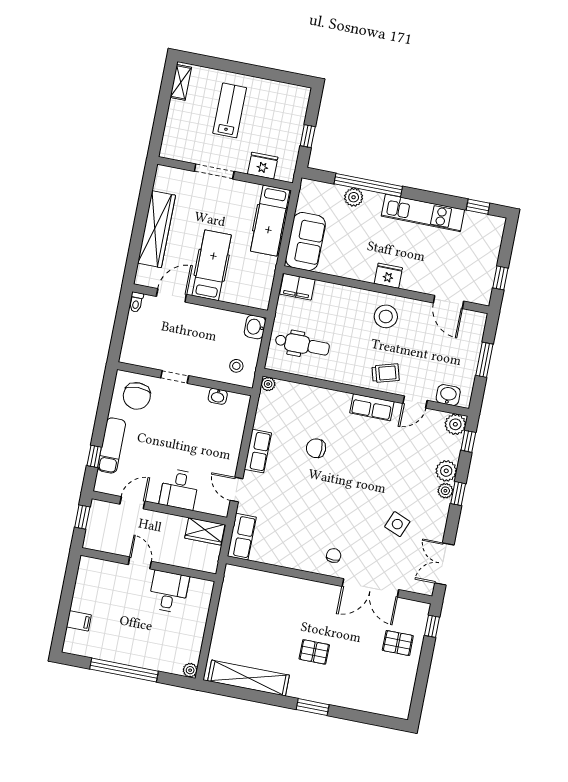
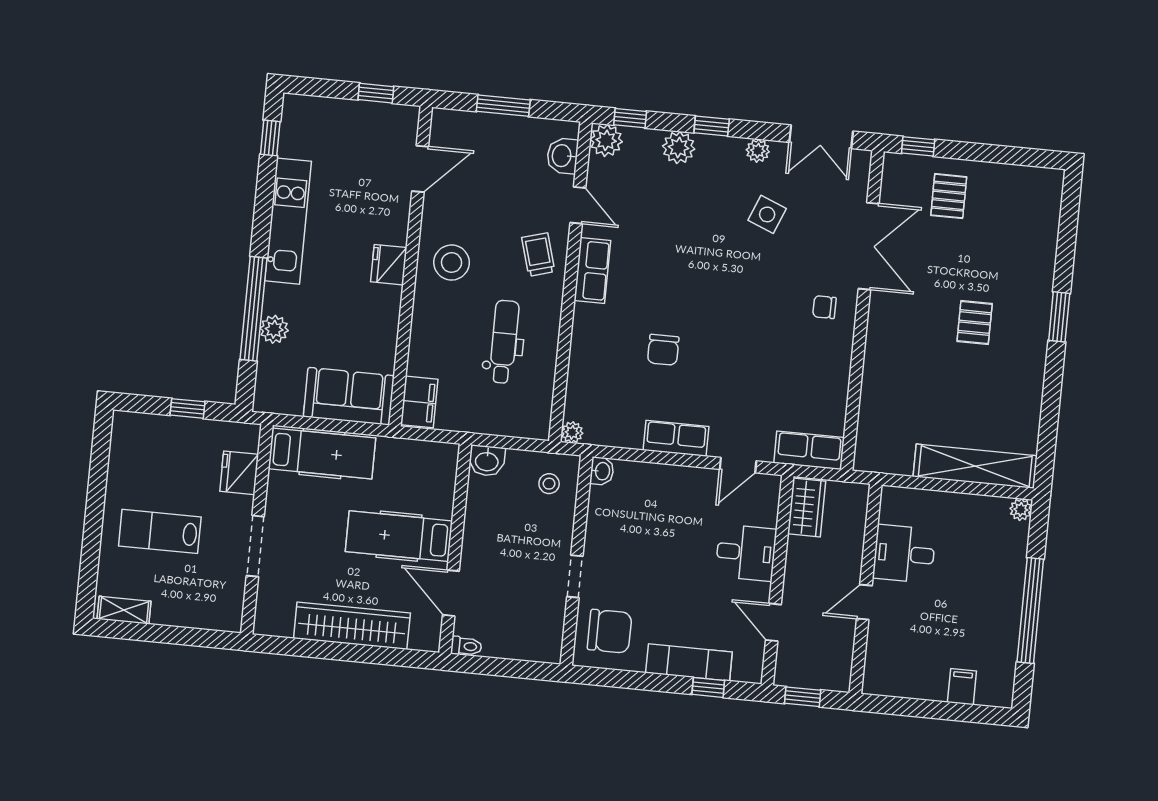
dental chair: (302, 345) -> (504, 342), moved
washbasin: (218, 396) -> (602, 471), moved
plant: (445, 491) -> (758, 151), moved
shelving: (249, 678) -> (975, 466), moved, turned 90

